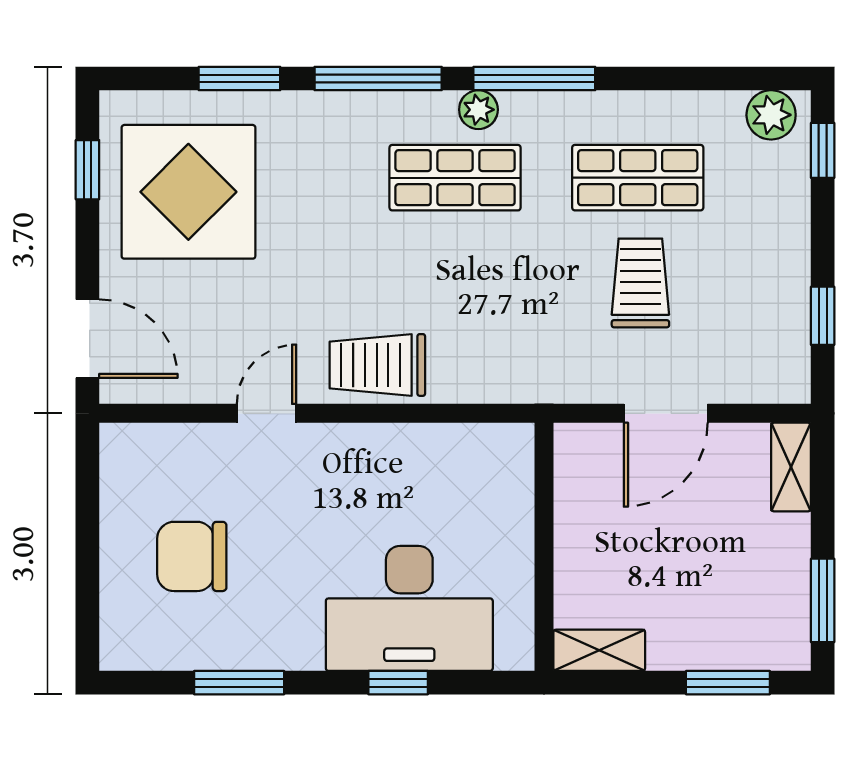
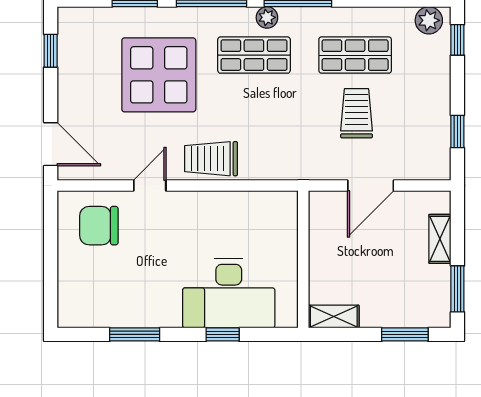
display table: (188, 192) -> (159, 75), moved
shelving: (791, 467) -> (440, 239), moved
chair: (192, 556) -> (99, 226), moved

